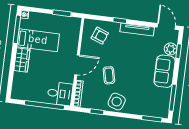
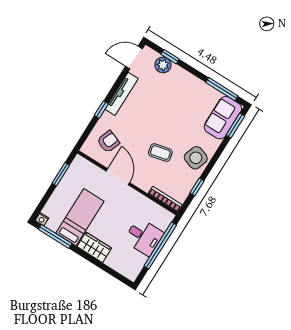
door: (77, 65) -> (118, 177), moved
sofa: (165, 71) -> (223, 118), moved, turned 90
desk: (60, 94) -> (144, 237), moved, turned 90

